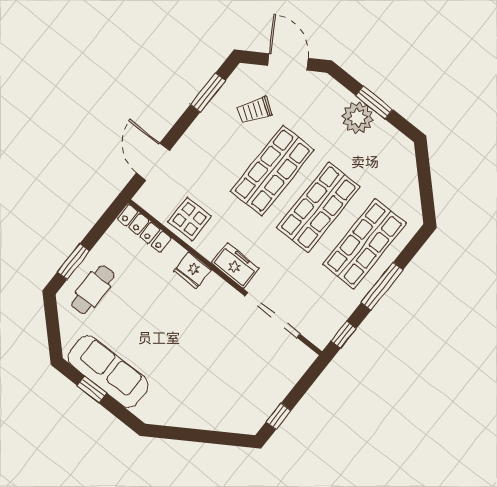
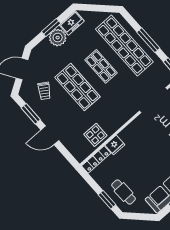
door: (153, 162) -> (50, 135), moved
shop shelf: (318, 207) -> (101, 66), width x0.70, depth x0.74
shop shelf: (364, 244) -> (124, 46), width x1.40
freezer: (235, 266) -> (72, 23), moved, turned 180
fridge: (192, 270) -> (115, 145), moved

